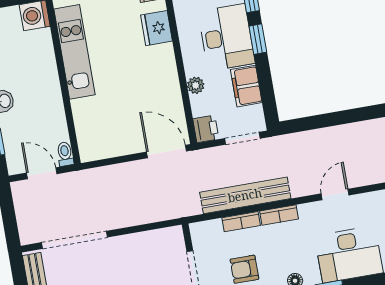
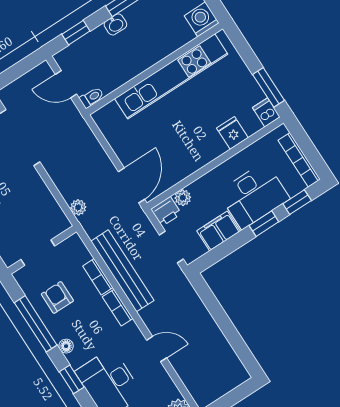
fridge: (156, 28) -> (232, 133), width x0.72
kitchen unit: (75, 52) -> (171, 76), width x1.36
plant: (196, 85) -> (183, 198), moved
door: (42, 173) -> (66, 84), swing flipped
plant: (166, 212) -> (78, 207), added

